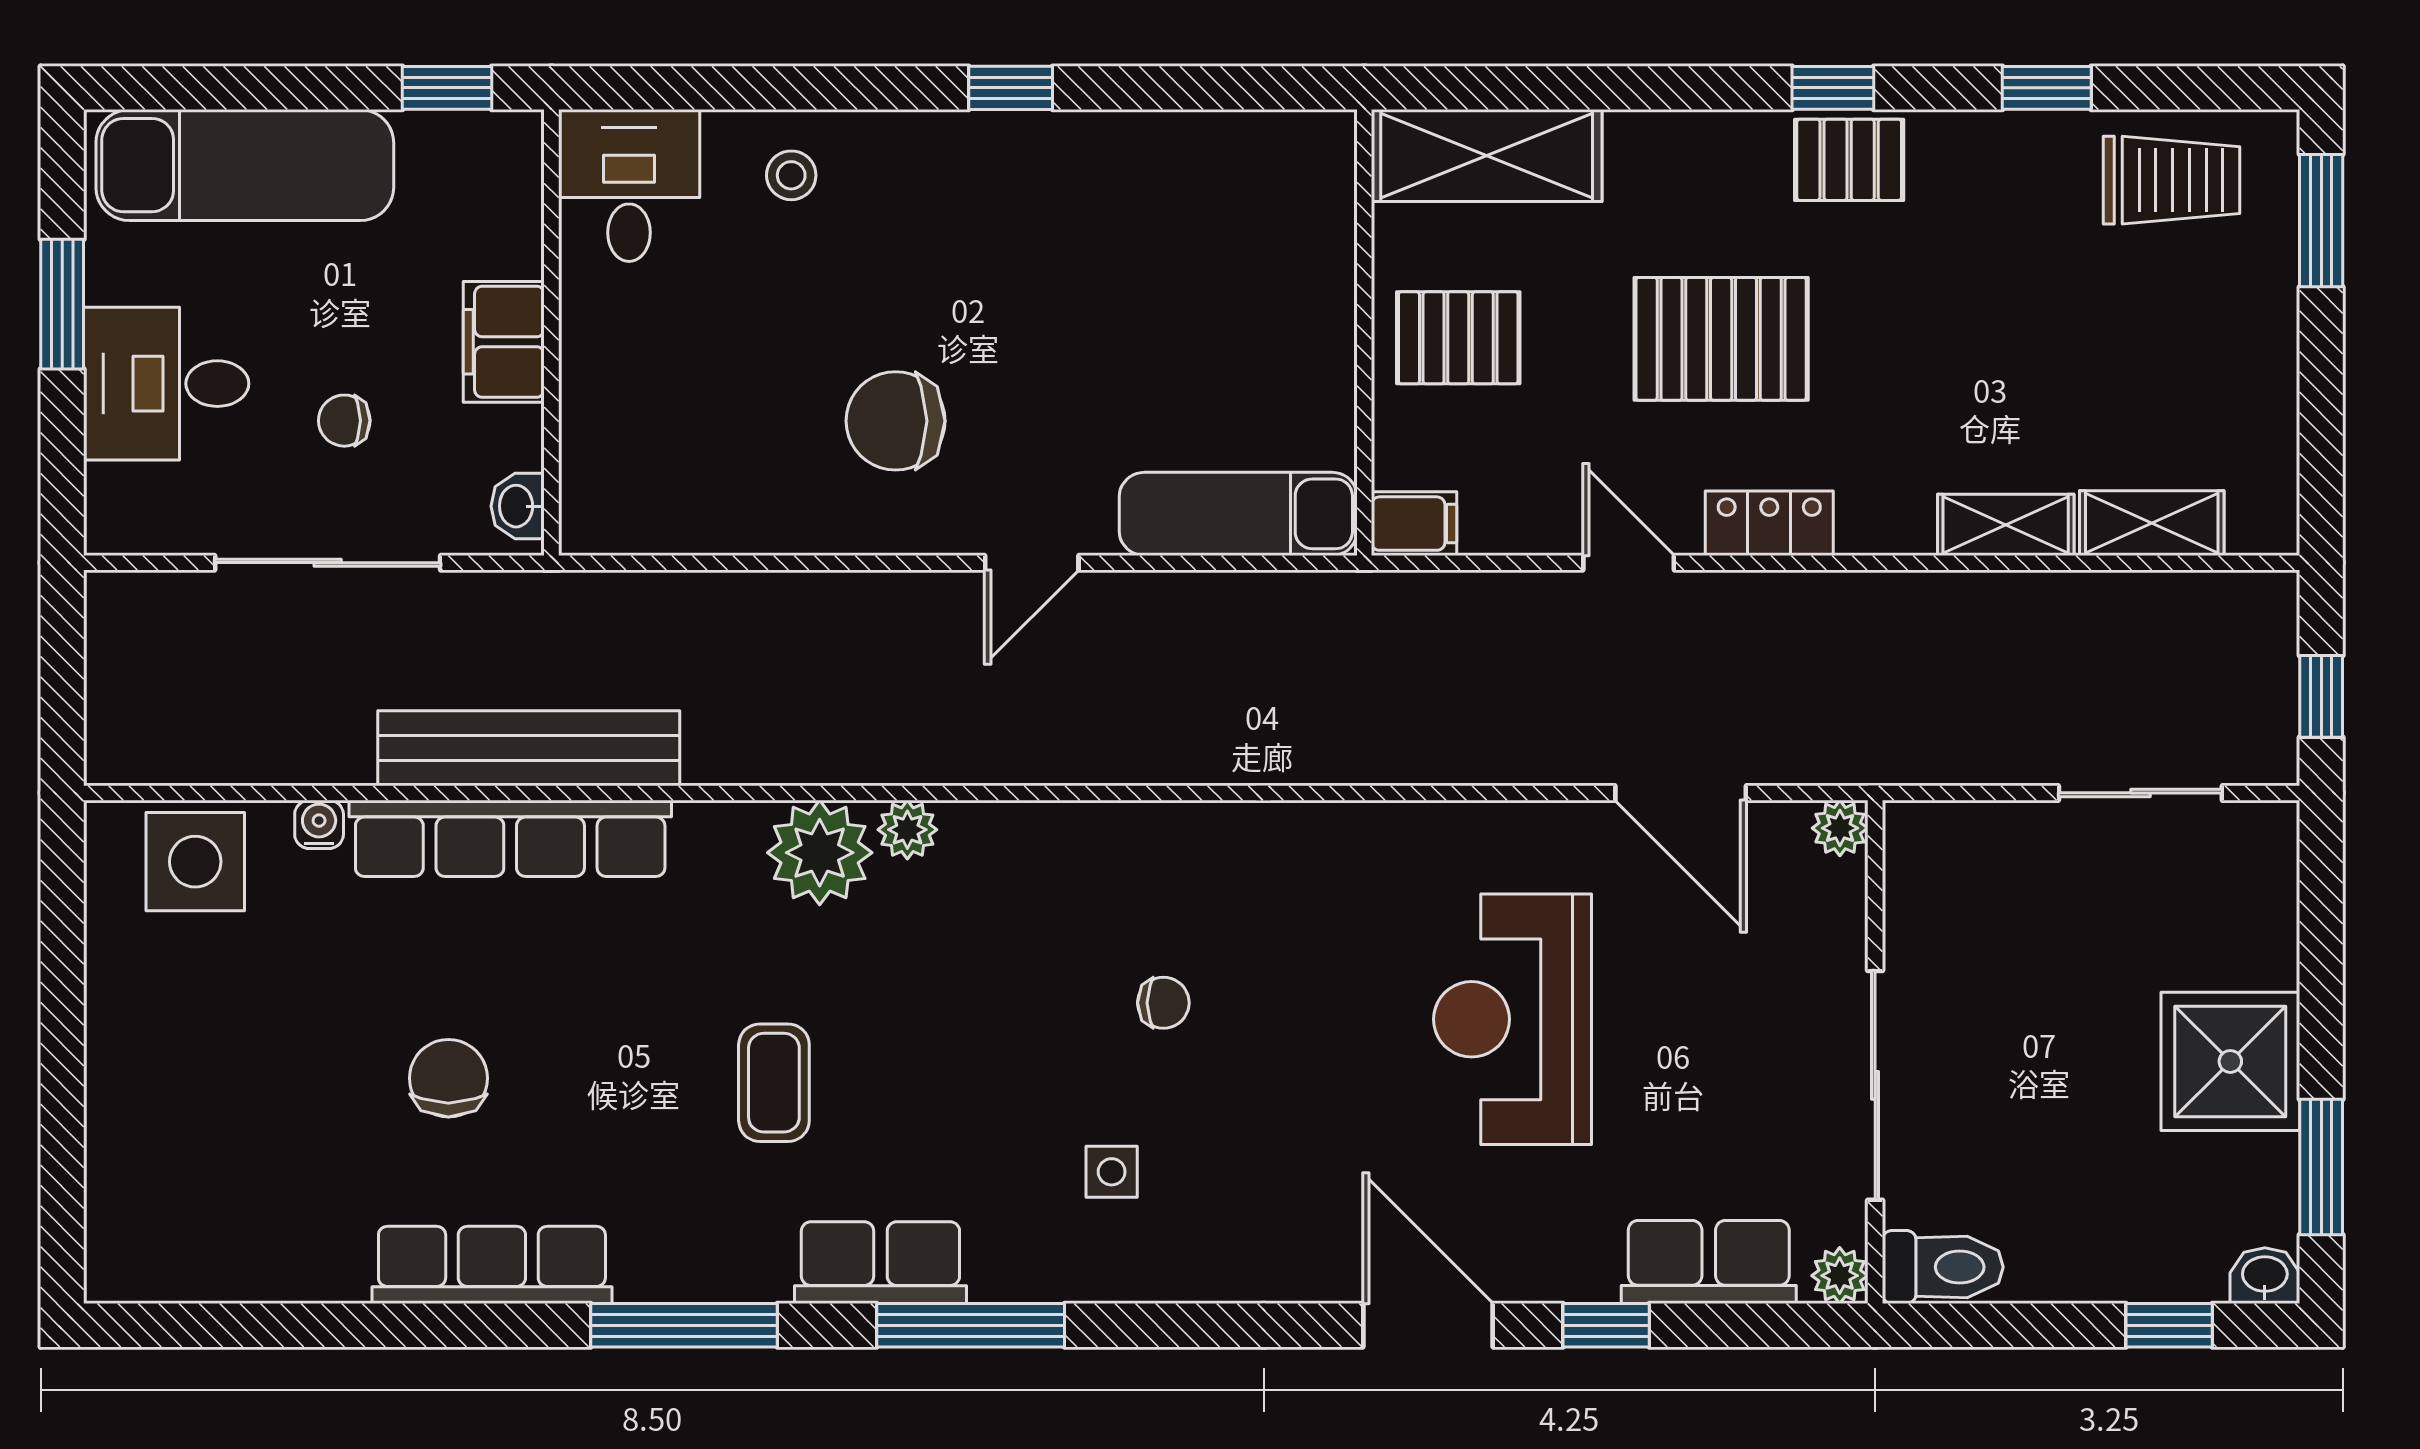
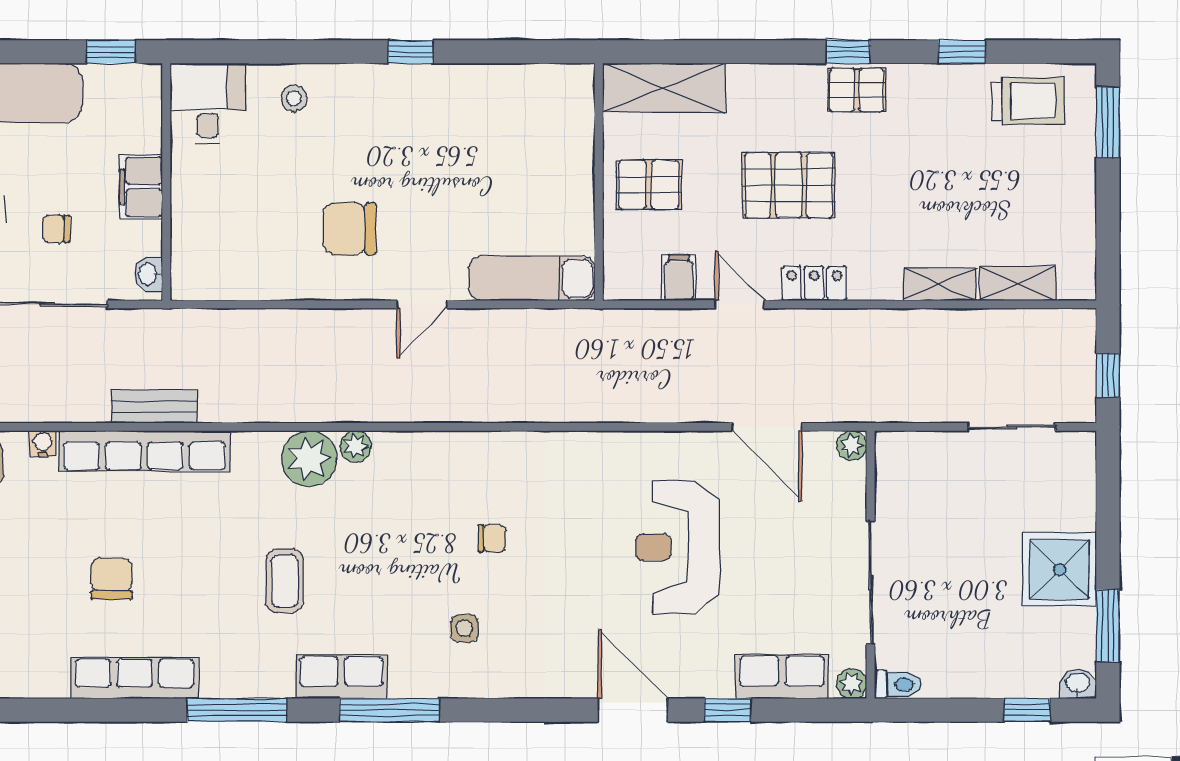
filing cabinet: (1414, 524) -> (679, 278), moved, turned -90
bench: (529, 748) -> (154, 407), width x0.54, depth x0.82
toilet: (1943, 1267) -> (898, 684), width x0.73, depth x0.72

